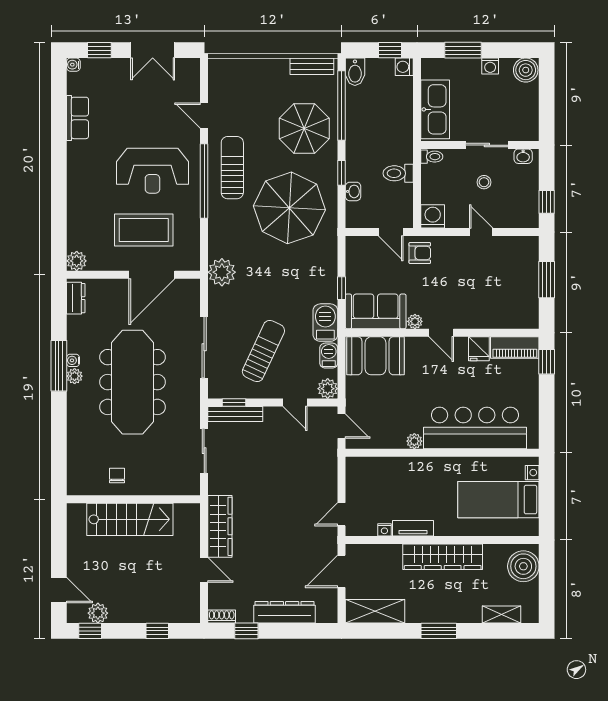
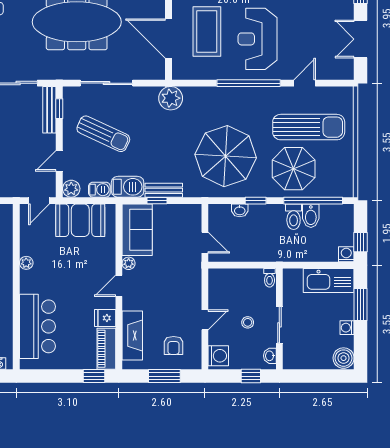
bench: (312, 66) -> (164, 190), moved, turned 90
bidet: (355, 72) -> (311, 216), moved, turned -90
kitchen sink: (435, 109) -> (329, 281), moved
sun lounger: (232, 168) -> (309, 127), moved, width x1.36, depth x1.34
toilet: (398, 173) -> (294, 217), moved, turned 180
window: (547, 202) -> (251, 376), moved
washing machine: (433, 216) -> (218, 356), moved
door: (391, 232) -> (205, 243), swing flipped
armchair: (420, 253) -> (174, 345), moved
fireplace: (499, 317) -> (132, 336), added
booth: (376, 356) -> (80, 220), moved, turned 90
bar counter: (475, 428) -> (37, 326), width x0.73

